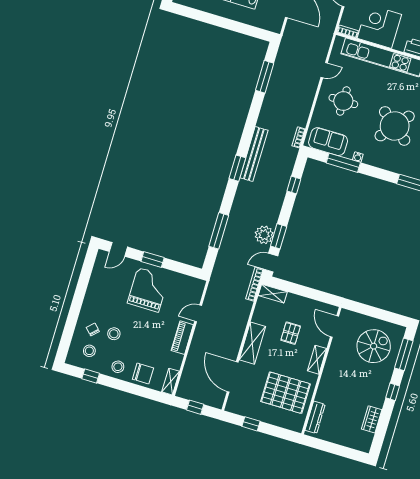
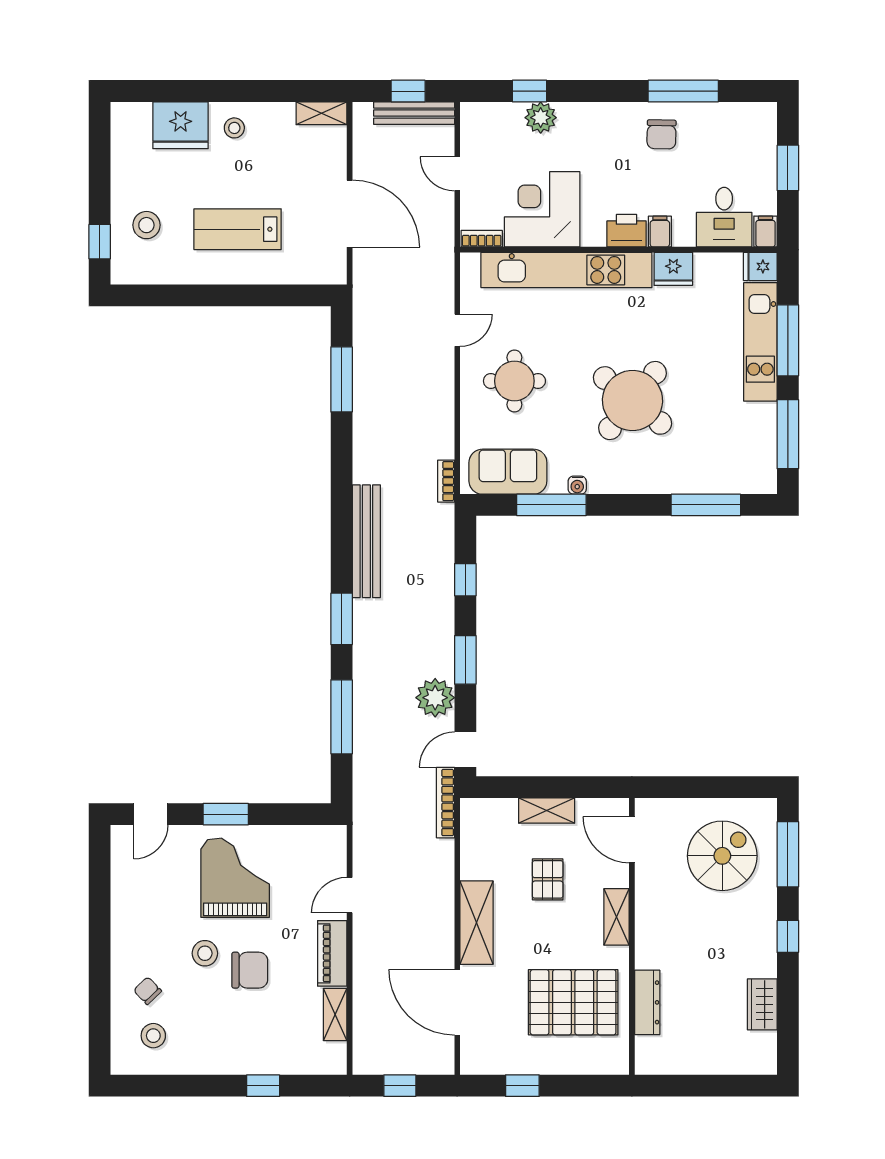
window: (237, 168) -> (342, 619), moved
window: (279, 236) -> (465, 660), moved
shelving: (273, 294) -> (547, 811), moved
stool: (114, 334) -> (205, 953), moved
stool: (118, 367) -> (220, 1051), removed
chair: (143, 374) -> (250, 970), moved
window: (91, 376) -> (263, 1086), moved
shelving: (171, 382) -> (335, 1014), moved
dresser: (315, 417) -> (647, 1002), moved

